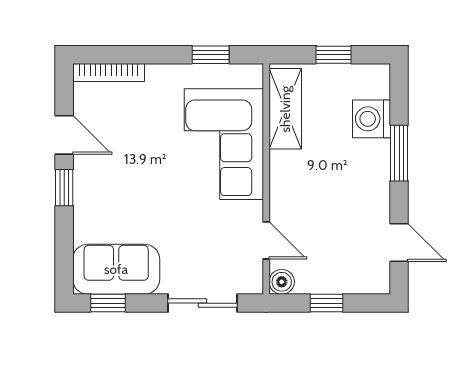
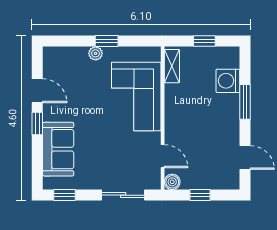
window: (211, 55) -> (107, 41), moved
bookcase: (109, 73) -> (65, 52), removed
plant: (158, 75) -> (96, 53), added
shelving: (285, 109) -> (172, 66), width x0.67, depth x0.75
sofa: (116, 269) -> (58, 149), moved, turned 90

